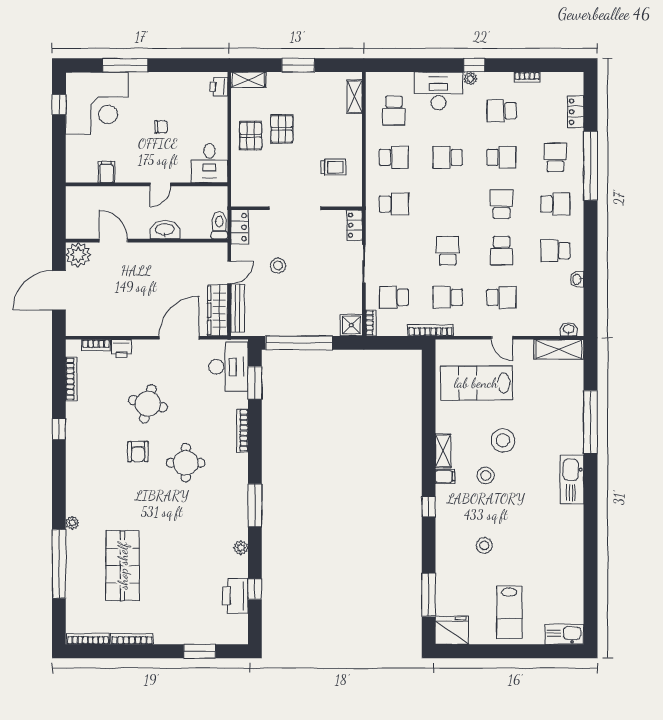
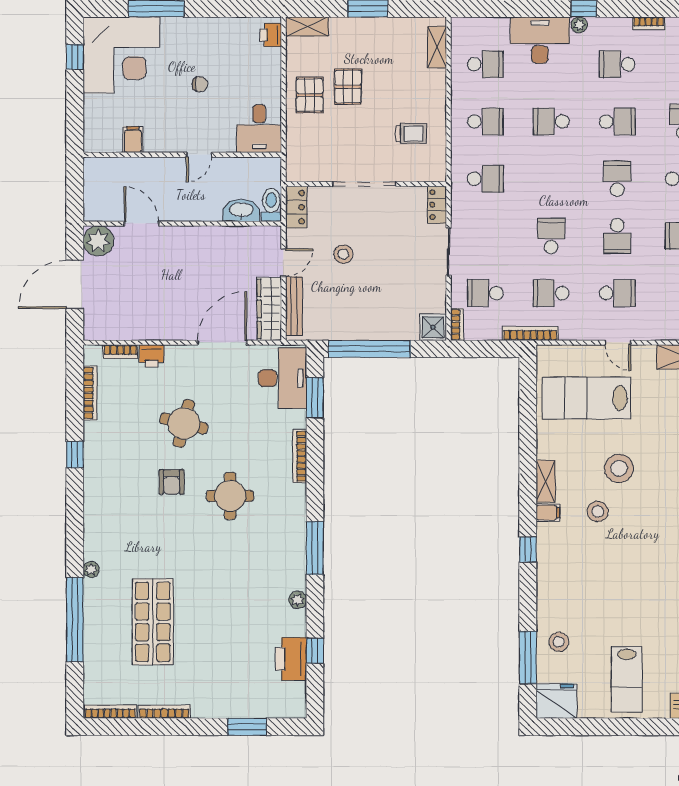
school desk: (394, 111) -> (485, 64), turned -90
washbasin: (165, 230) -> (241, 210), moved
stool: (484, 545) -> (559, 642), moved

